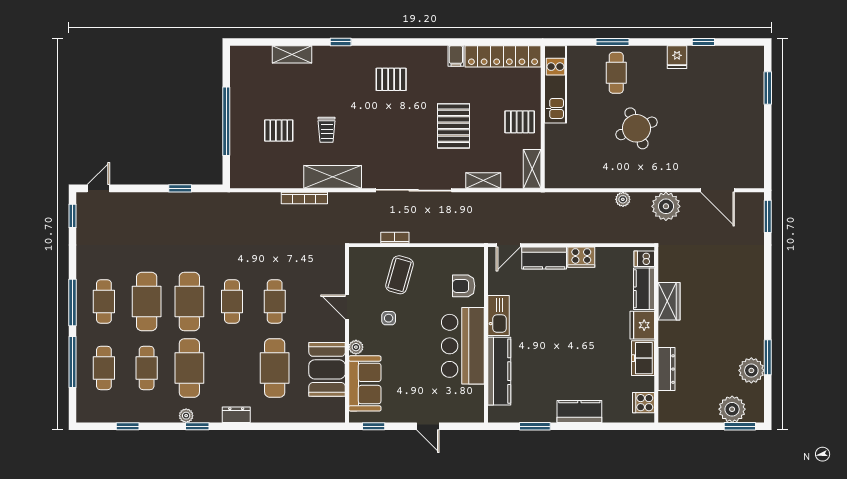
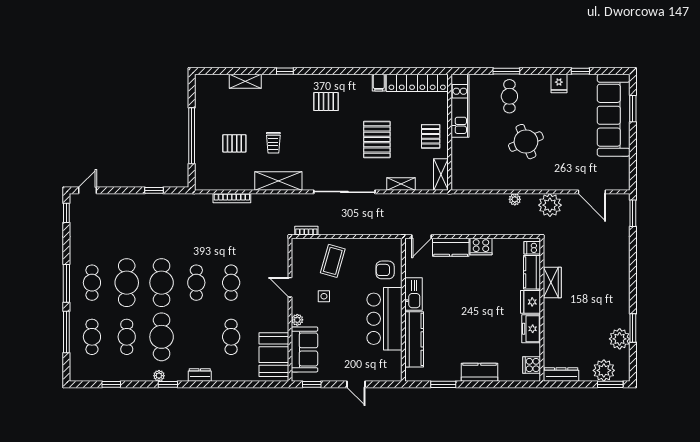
sofa: (744, 96) -> (614, 115), added
pallet: (520, 122) -> (431, 136), turned 90
bookcase: (304, 198) -> (232, 198), moved
bookcase: (395, 238) -> (306, 231), moved
cafe table: (275, 368) -> (231, 337), width x0.73, depth x0.74
booth: (327, 369) -> (274, 355), moved
dresser: (666, 369) -> (561, 374), moved, turned -90

